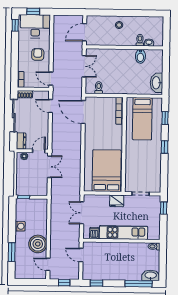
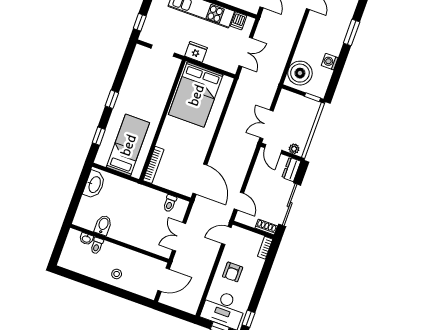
door: (51, 79) -> (226, 236), swing flipped
door: (39, 151) -> (273, 149), hinge flipped
boiler: (38, 244) -> (300, 73), moved

